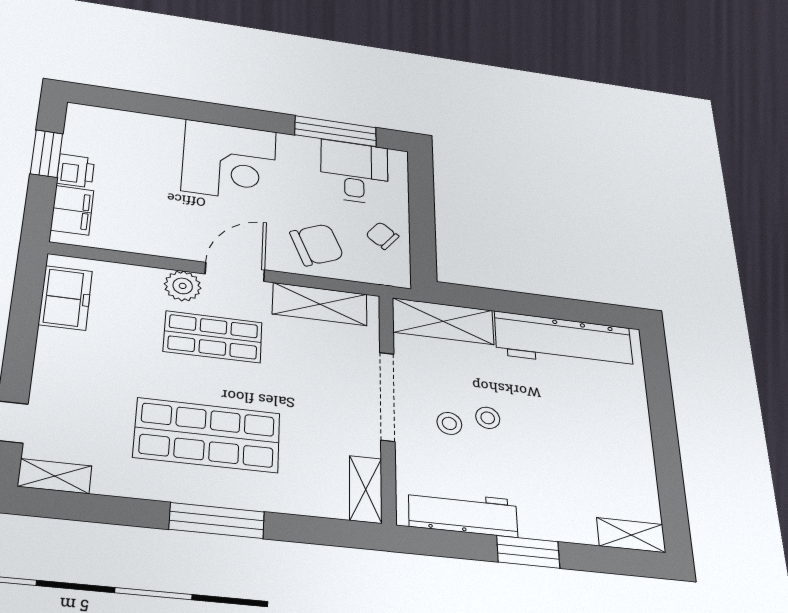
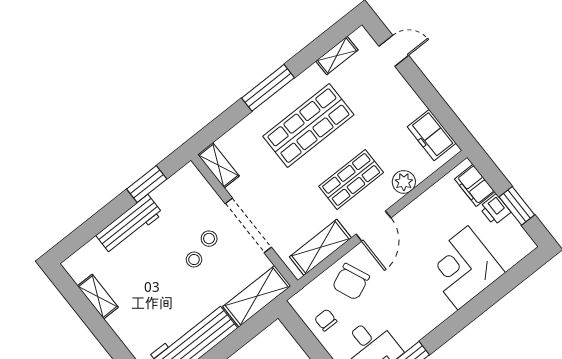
corner desk: (229, 161) -> (463, 268), moved
chair: (382, 236) -> (326, 320), turned -128
plant: (183, 286) -> (404, 182), moved
shelving: (55, 476) -> (337, 56), moved
workbench: (463, 513) -> (129, 225), moved
shelving: (631, 535) -> (98, 297), moved, turned 90
window: (528, 552) -> (147, 184), moved

